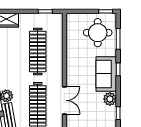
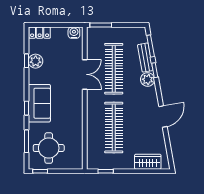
plant: (110, 99) -> (36, 61), moved
double door: (64, 100) -> (85, 74), swing flipped

